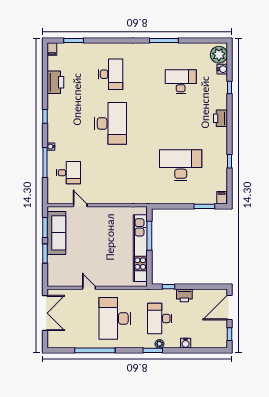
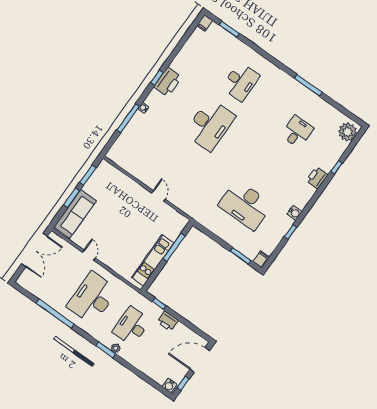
water cooler: (222, 69) -> (295, 213), moved
printer: (55, 82) -> (168, 82), moved
desk: (181, 82) -> (297, 132), width x0.73
printer: (220, 118) -> (317, 178), moved
desk: (181, 165) -> (245, 205), turned 180
desk: (68, 173) -> (142, 142), removed
door: (80, 205) -> (158, 196), moved
sofa: (56, 233) -> (75, 214), moved
kitchen unit: (140, 248) -> (153, 260), width x0.73
water cooler: (186, 343) -> (169, 385), moved

